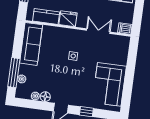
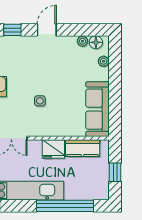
window: (14, 73) -> (115, 68), removed
floor lamp: (45, 97) -> (96, 42), moved

